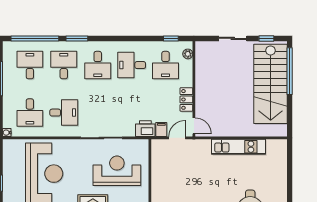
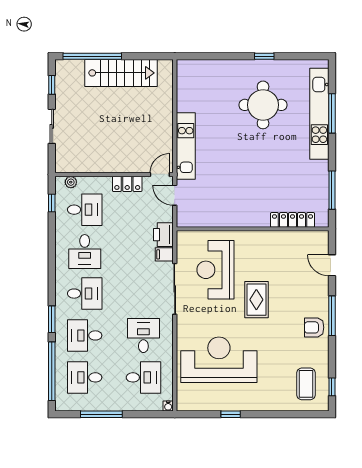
stairs: (271, 84) -> (121, 73), width x0.73, depth x0.66
filing cabinet: (161, 129) -> (164, 254), moved
kitchen unit: (239, 147) -> (186, 146), moved

